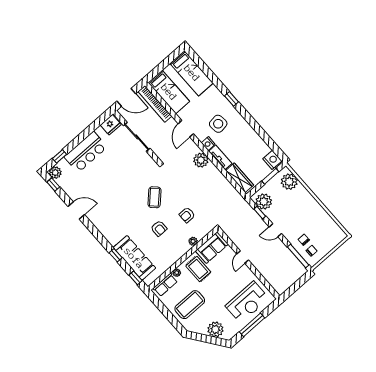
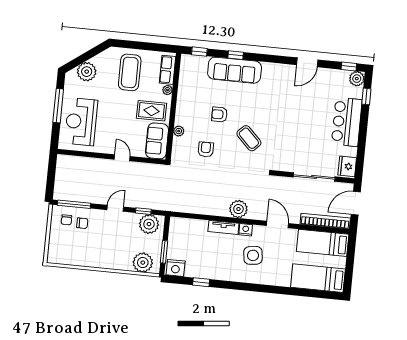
window: (231, 99) -> (201, 282), moved
wardrobe: (240, 178) -> (190, 225), removed
sofa: (134, 258) -> (235, 70), moved

